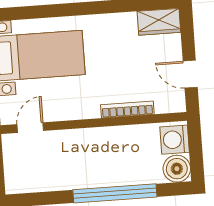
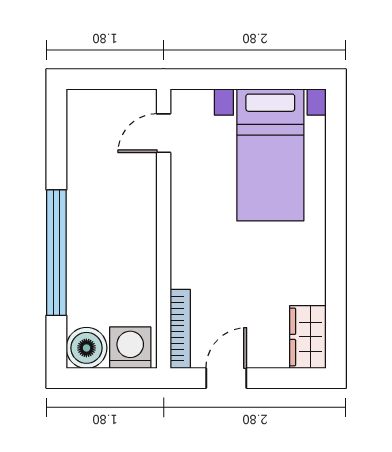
bookcase: (127, 110) -> (180, 329), moved
door: (30, 128) -> (164, 133), swing flipped

